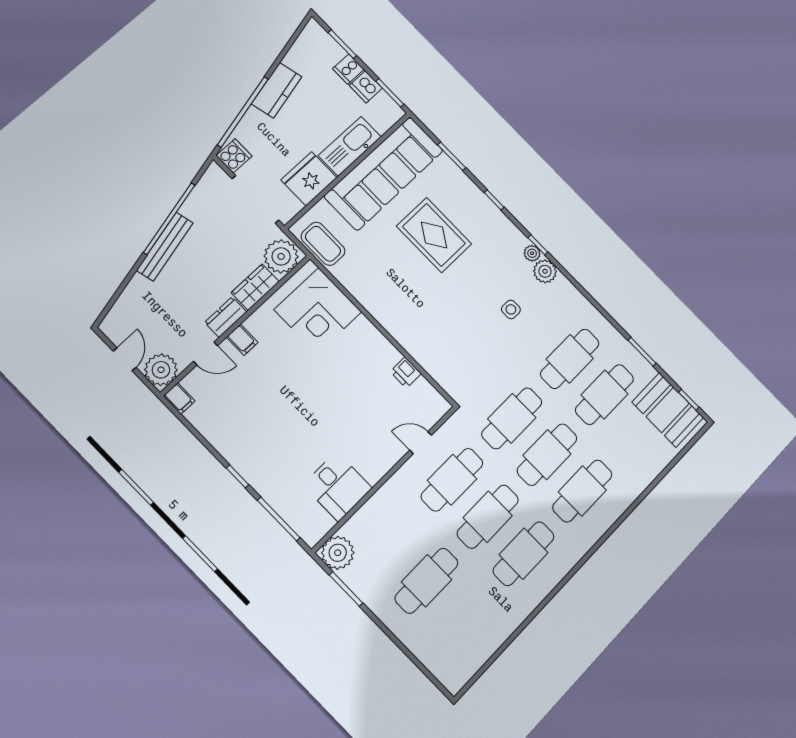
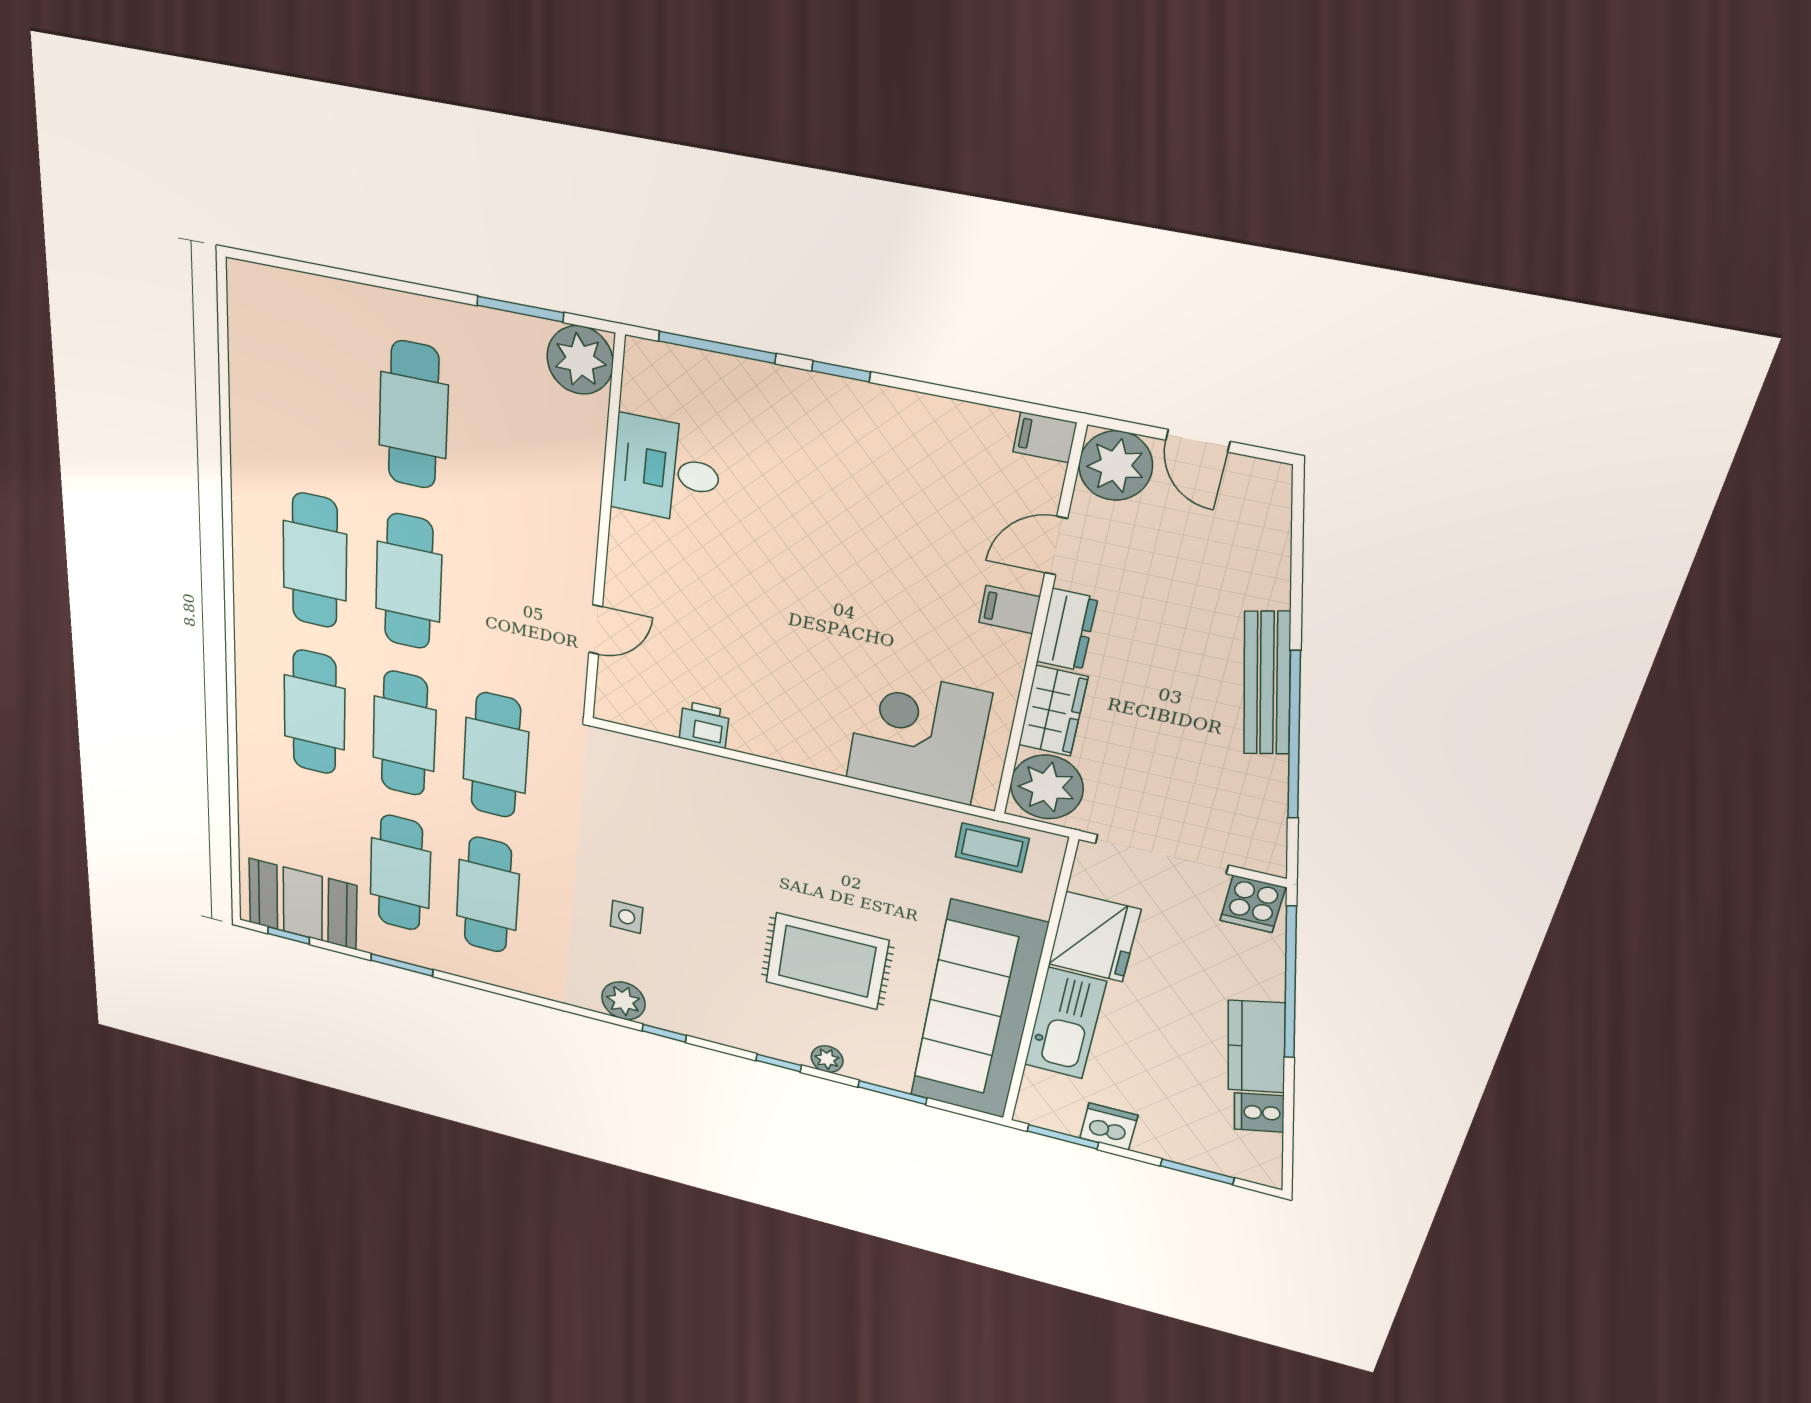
cooker: (348, 69) -> (1259, 1113), moved, turned -104
coffee table: (323, 244) -> (992, 848), width x0.73, depth x0.77
plant: (532, 253) -> (827, 1059), moved
cafe table: (452, 480) -> (504, 603), removed

